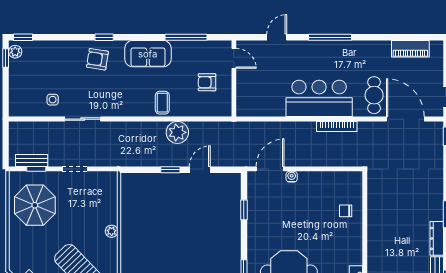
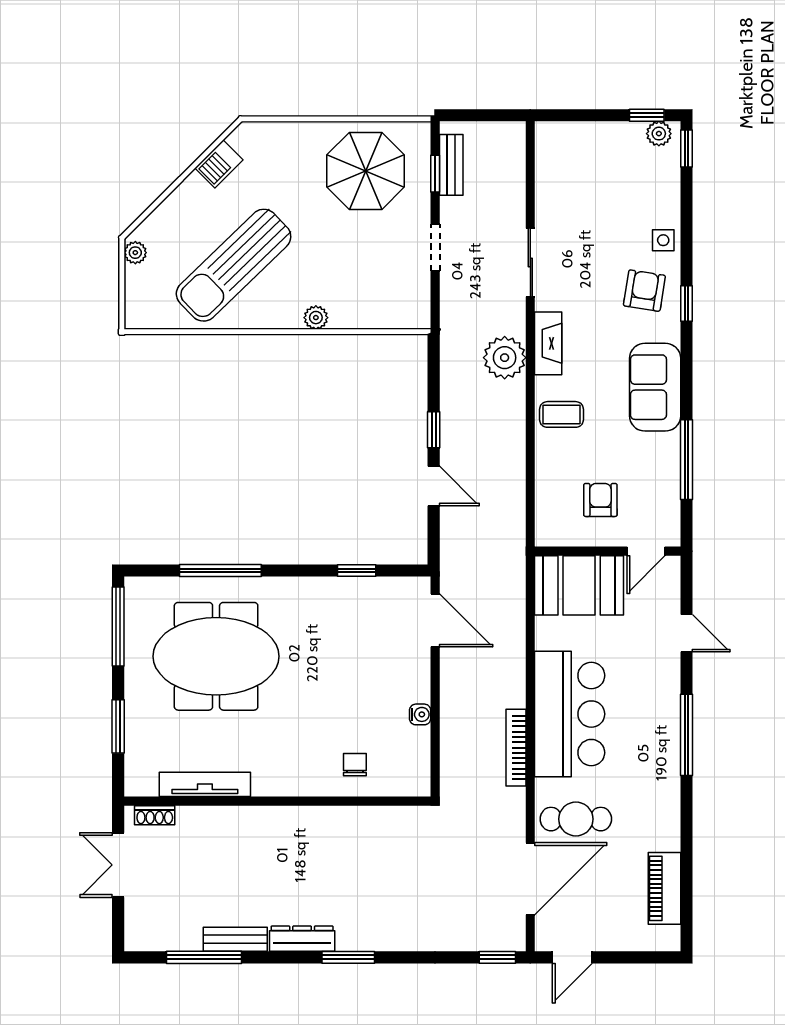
booth: (252, 93) -> (579, 585), added
side table: (53, 100) -> (663, 240), moved
fireplace: (125, 110) -> (548, 343), added
plant: (177, 132) -> (505, 358), moved
water cooler: (292, 177) -> (420, 714), moved

